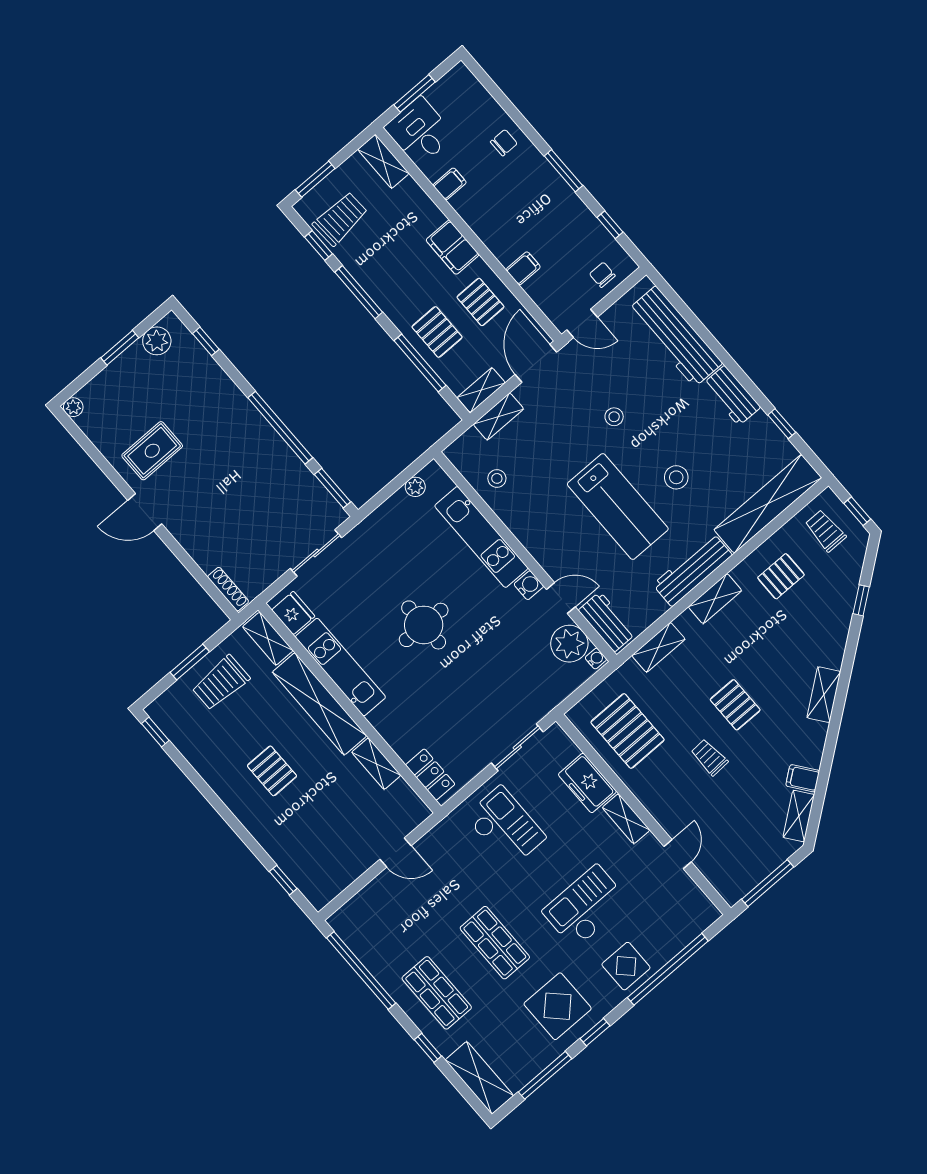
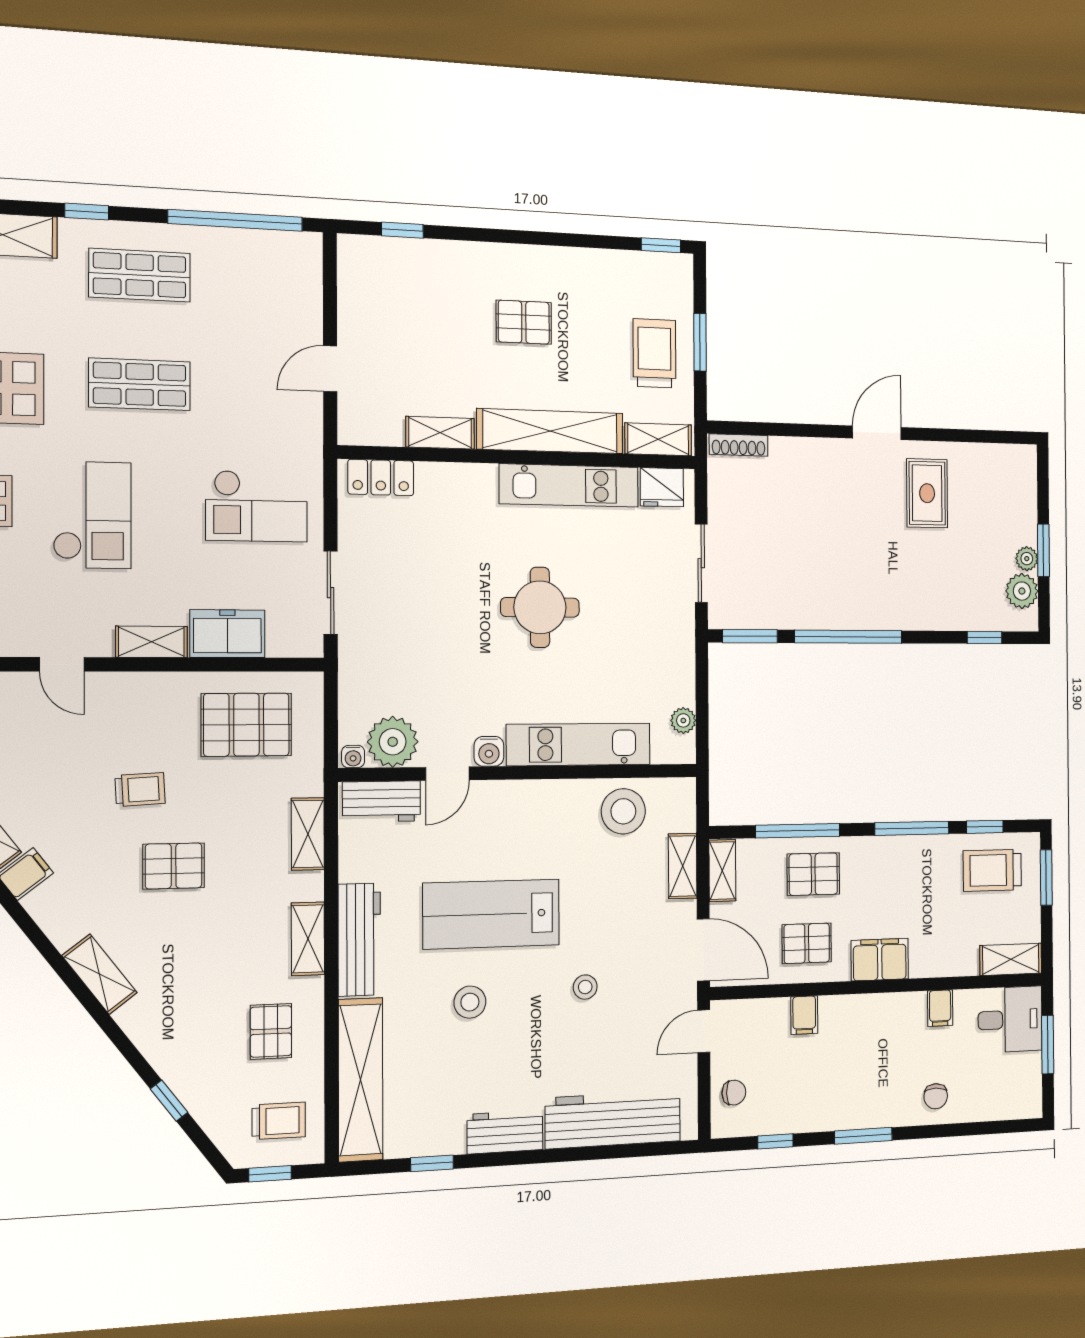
trolley: (340, 219) -> (992, 870), turned 93
plant: (73, 407) -> (1027, 559), moved
stool: (497, 478) -> (623, 811), width x1.89, depth x1.89

